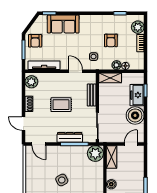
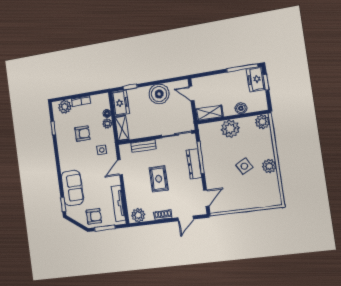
freezer: (137, 95) -> (121, 103), moved, turned -90
plant: (95, 153) -> (230, 129), moved

